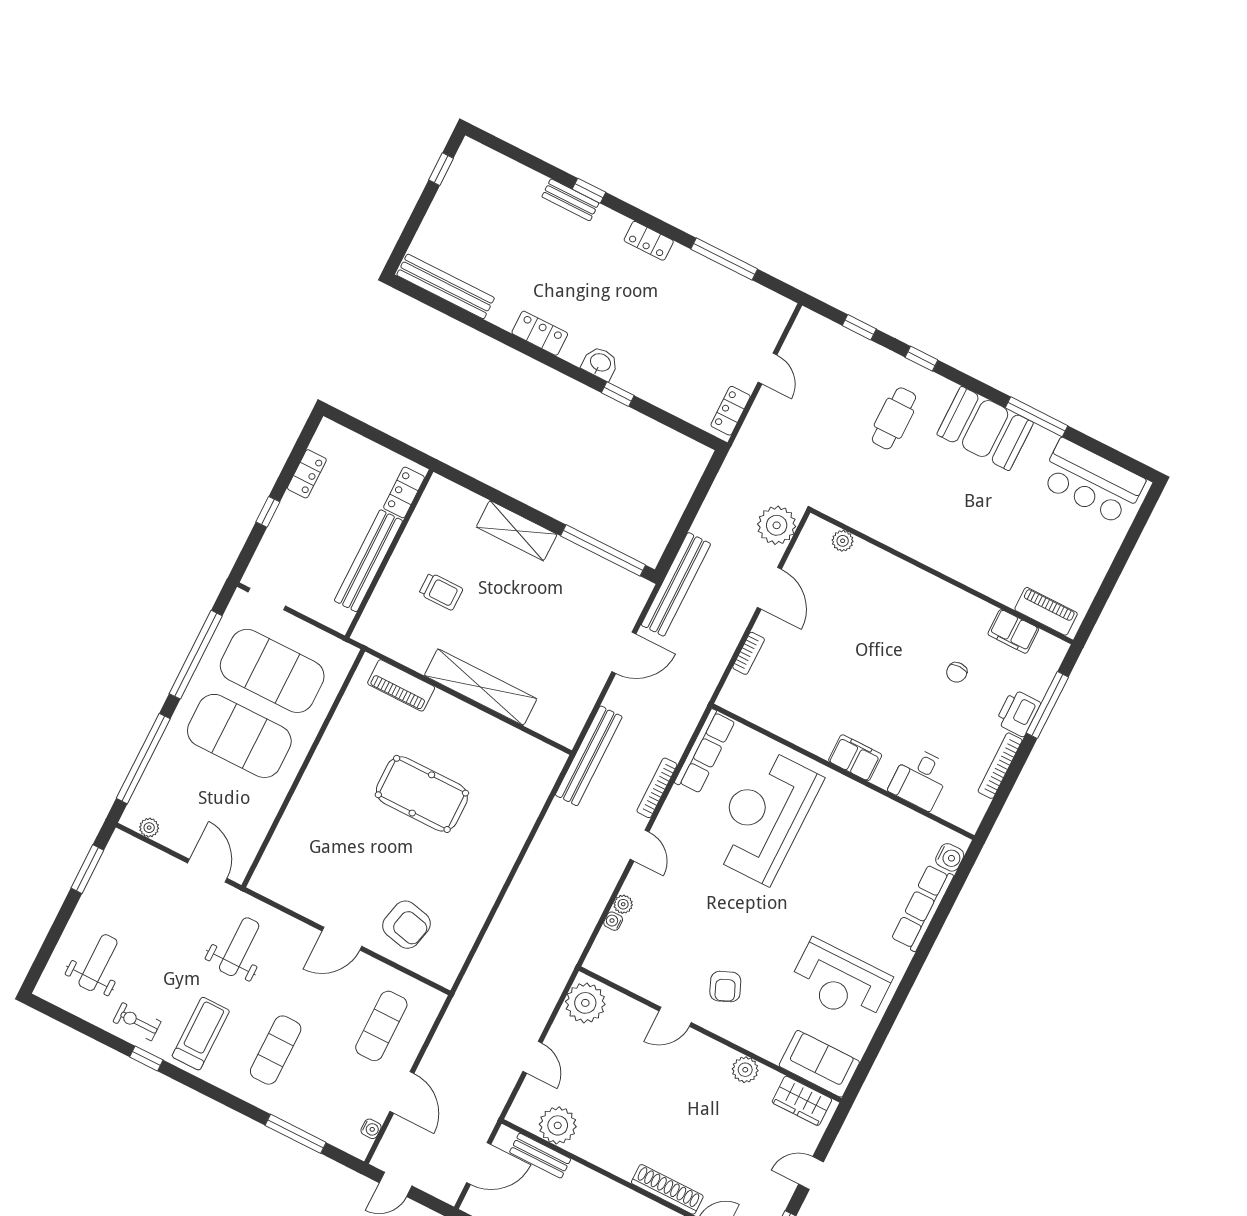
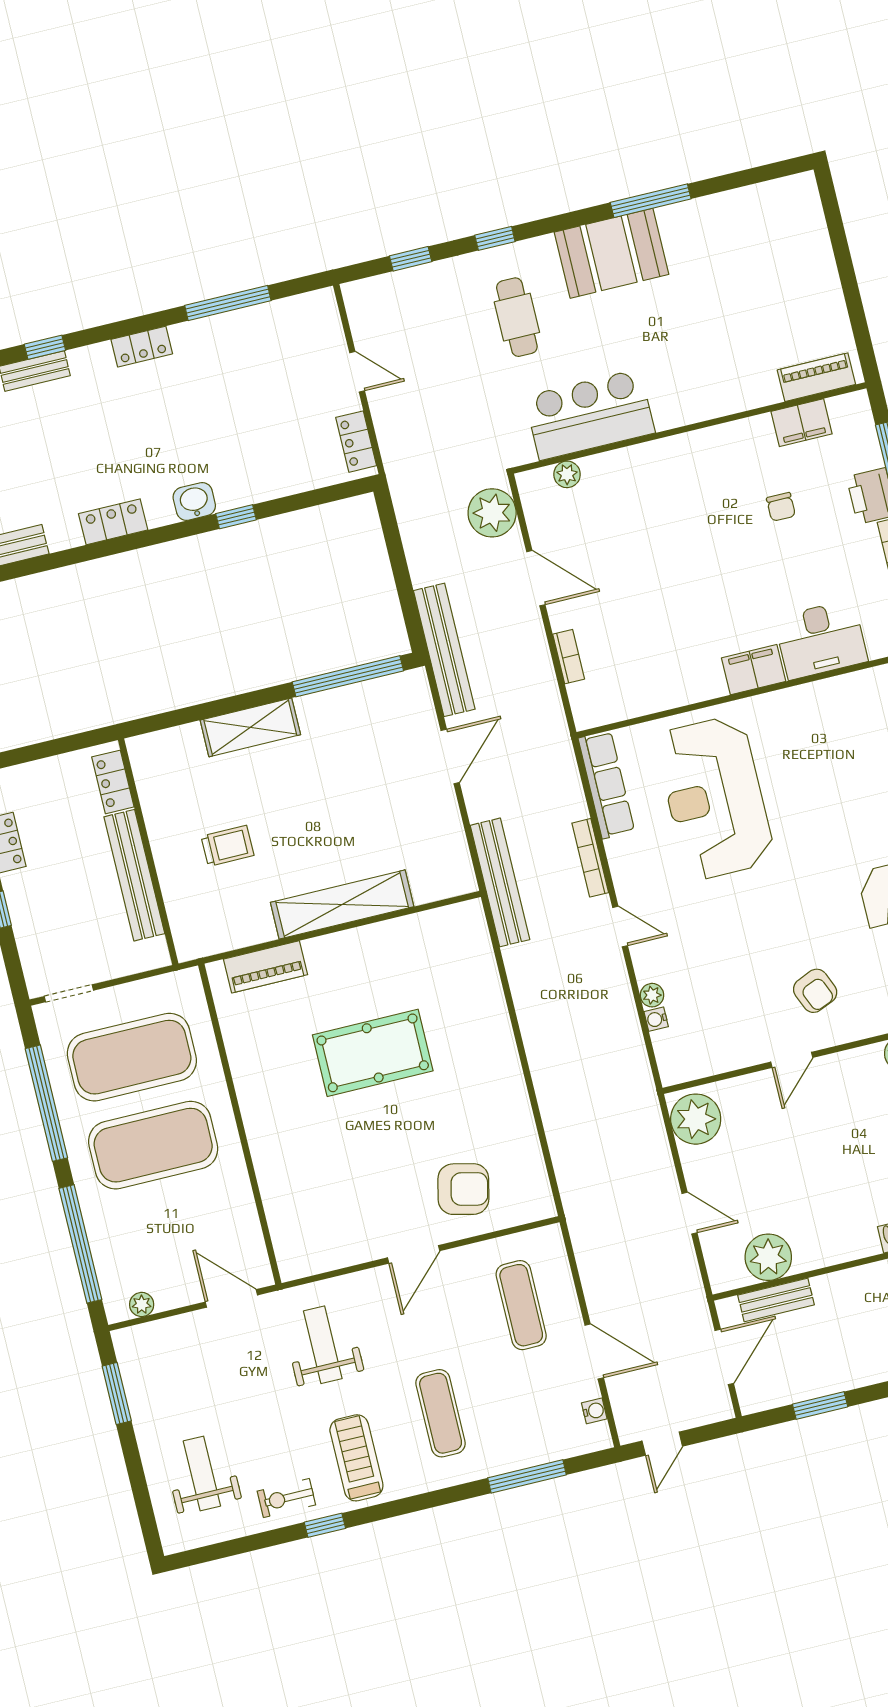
bar counter: (1092, 482) -> (590, 415), moved, turned 180
desk: (920, 778) -> (821, 640), width x1.37

